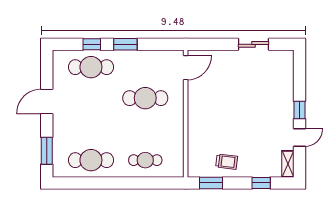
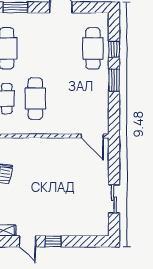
cafe table: (145, 98) -> (35, 99), moved

